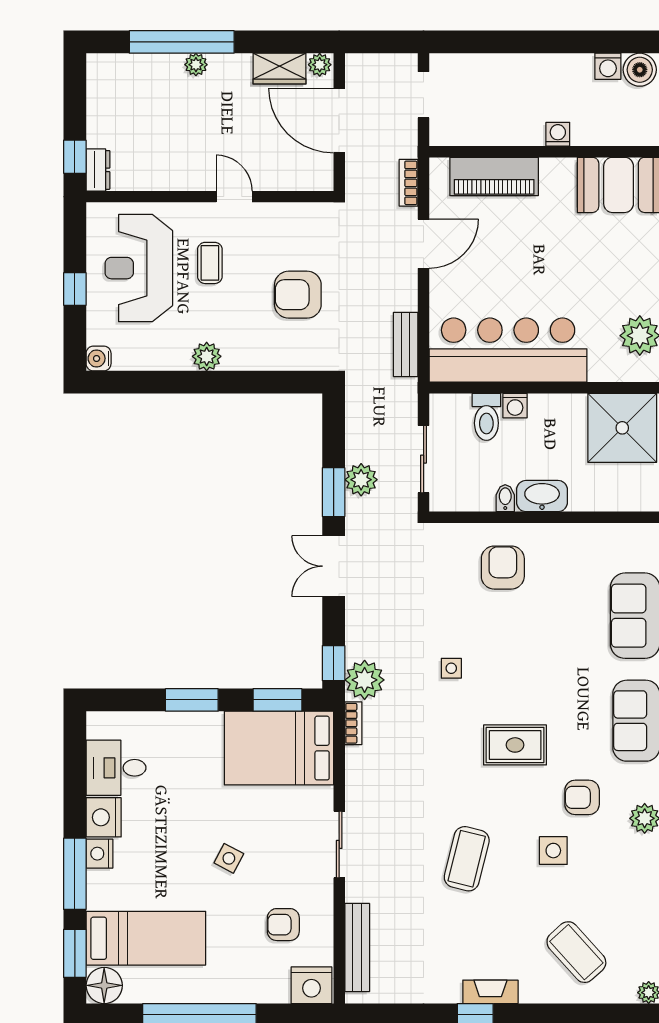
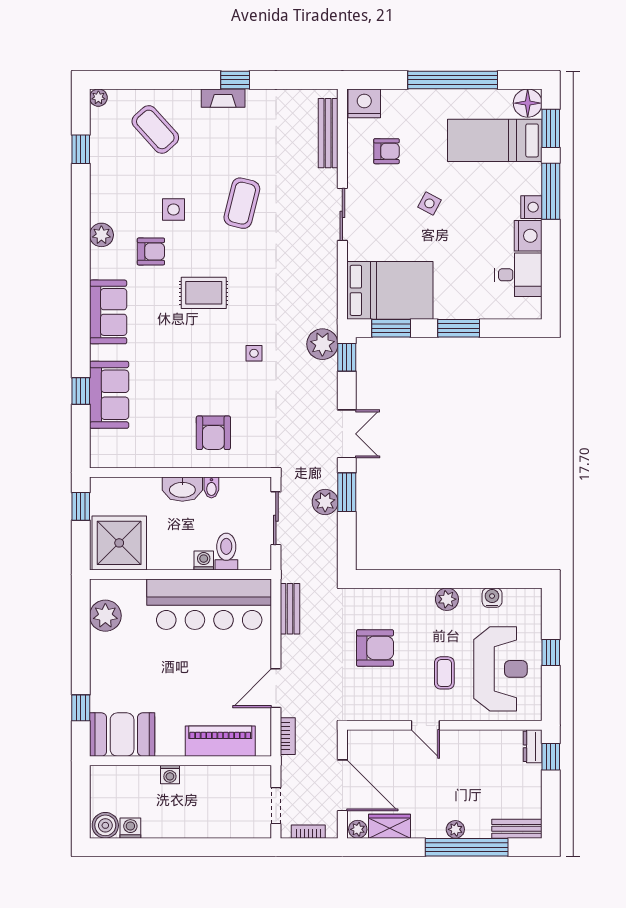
bench: (118, 65) -> (517, 829), added
water cooler: (99, 358) -> (492, 598), moved, turned -90
bookcase: (353, 723) -> (308, 832), moved, turned 90

